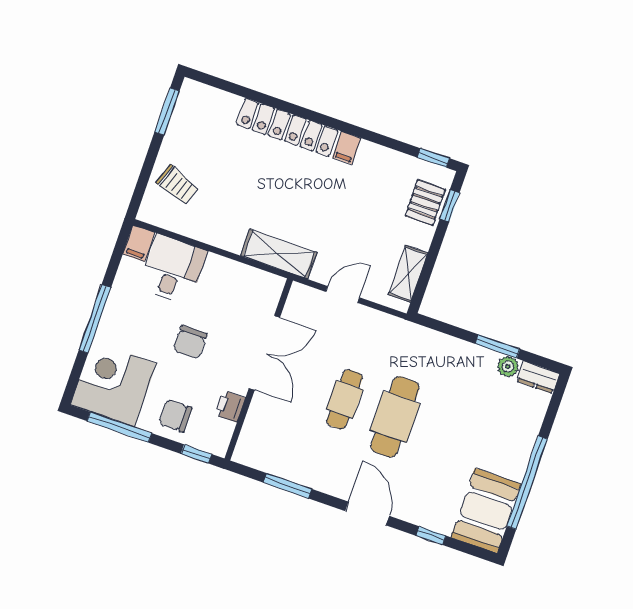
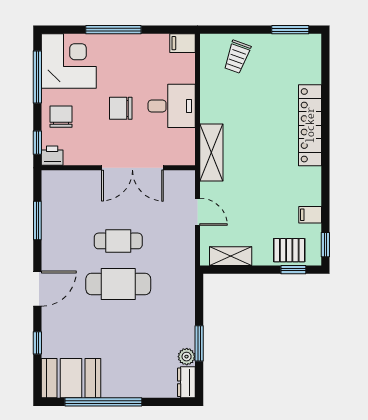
filing cabinet: (347, 148) -> (310, 215), moved
desk: (173, 269) -> (172, 106), moved
printer: (230, 406) -> (52, 156), moved

